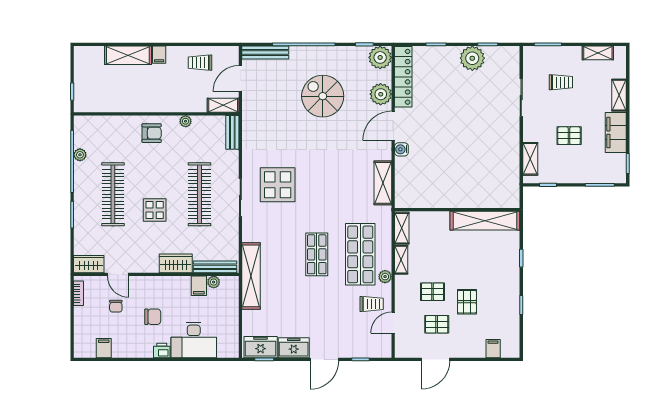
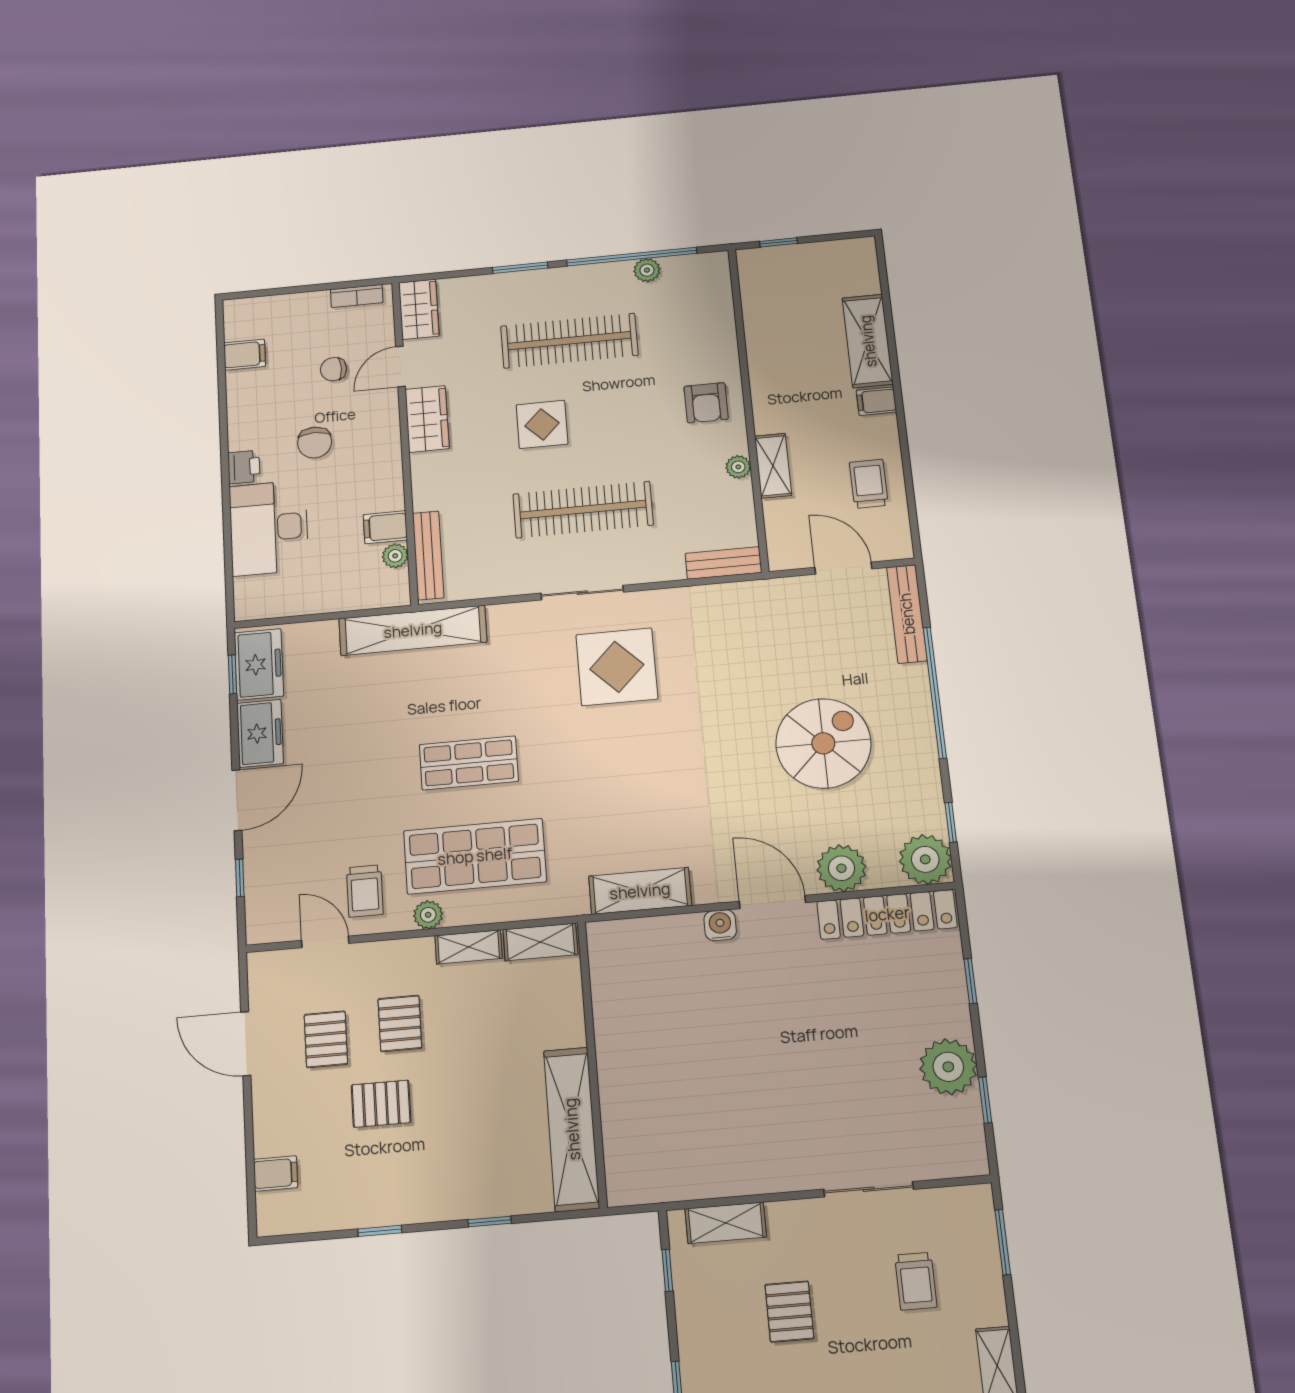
shelving: (223, 105) -> (773, 466), moved
wardrobe: (176, 263) -> (427, 419), moved
door: (324, 359) -> (237, 800), swing flipped

